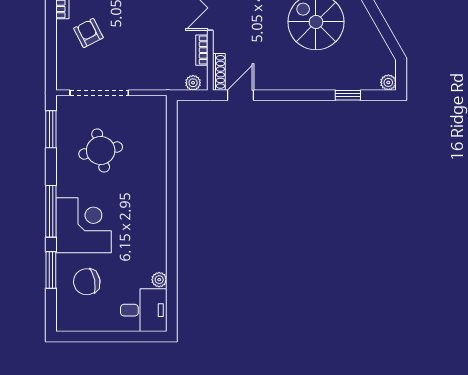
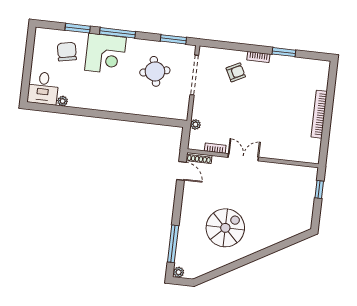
plant: (193, 83) -> (195, 124), moved
window: (348, 95) -> (173, 244), width x2.17

